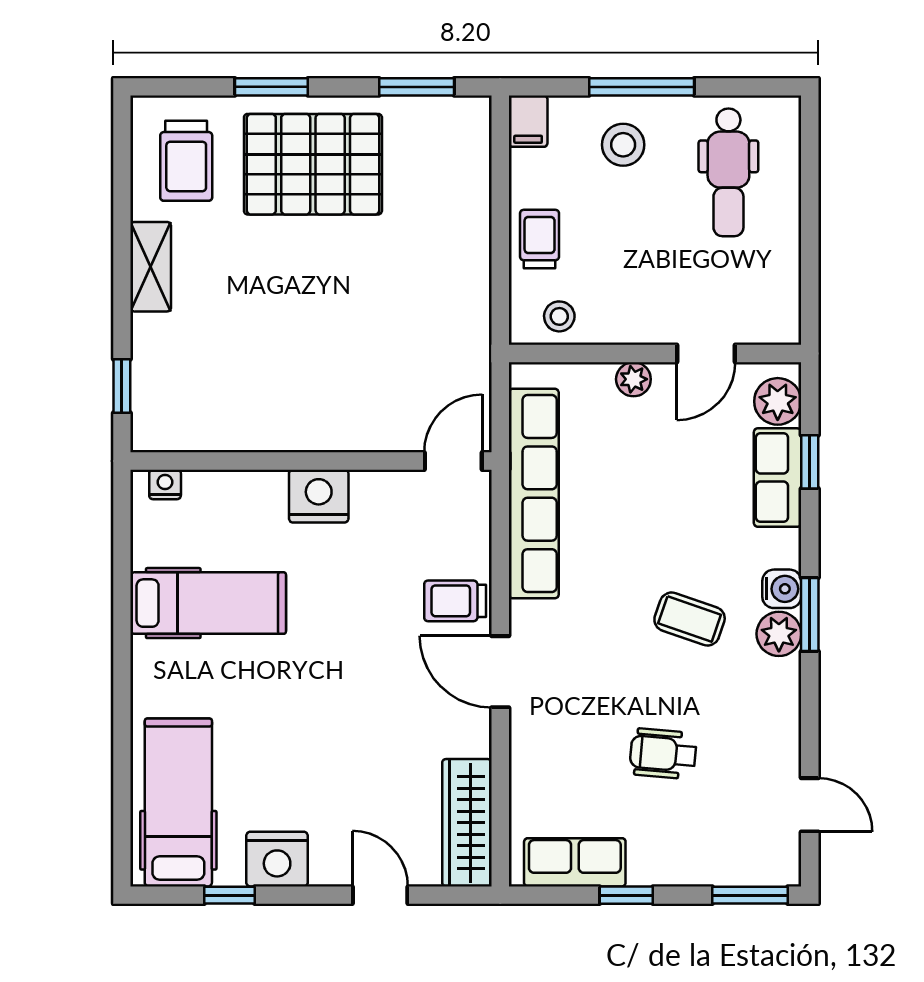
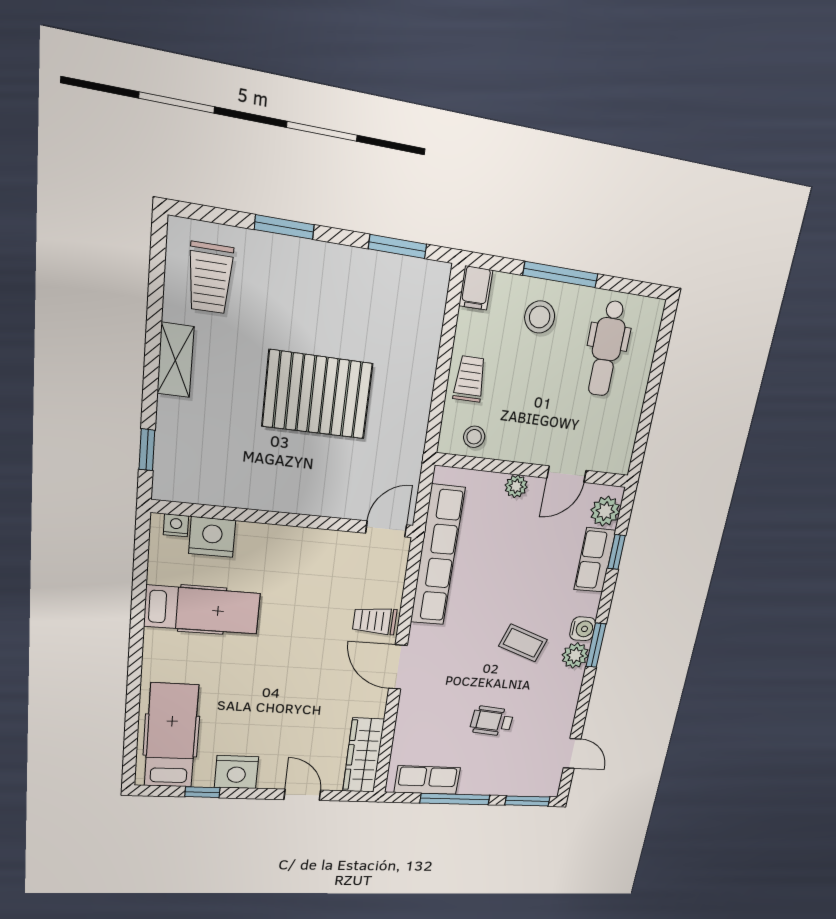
pallet: (313, 164) -> (317, 395), moved
nightstand: (319, 496) -> (212, 537), moved
window: (626, 895) -> (455, 799), width x2.17

